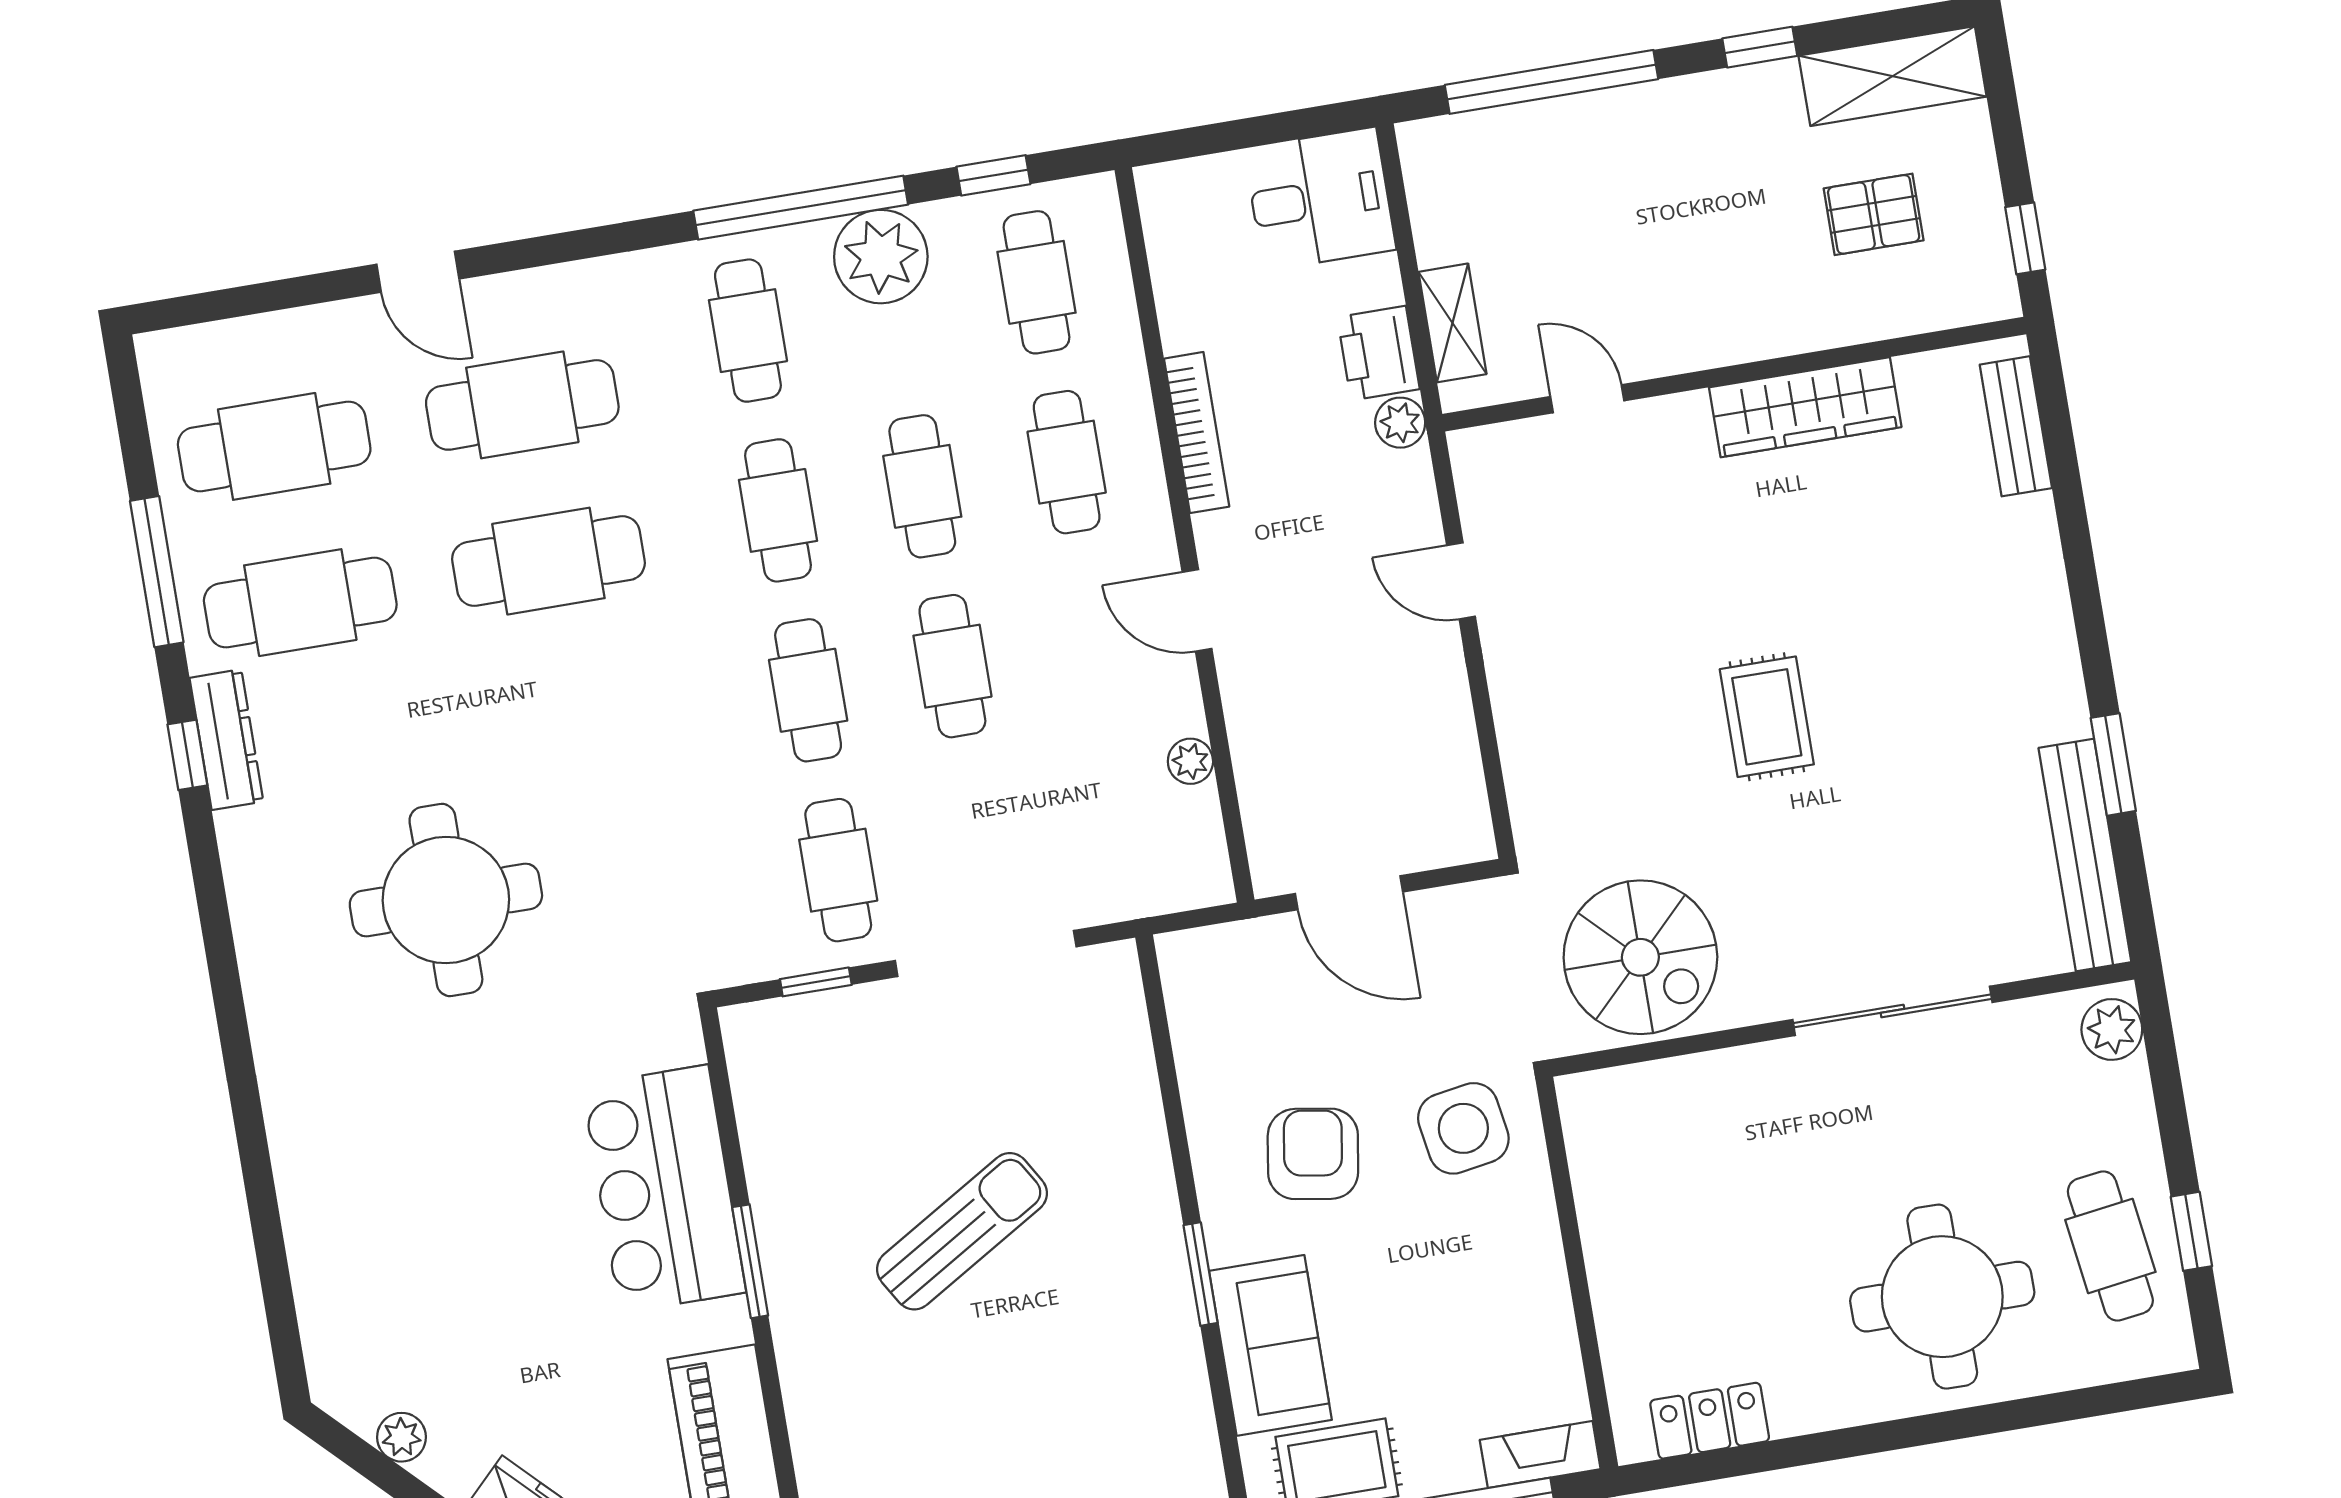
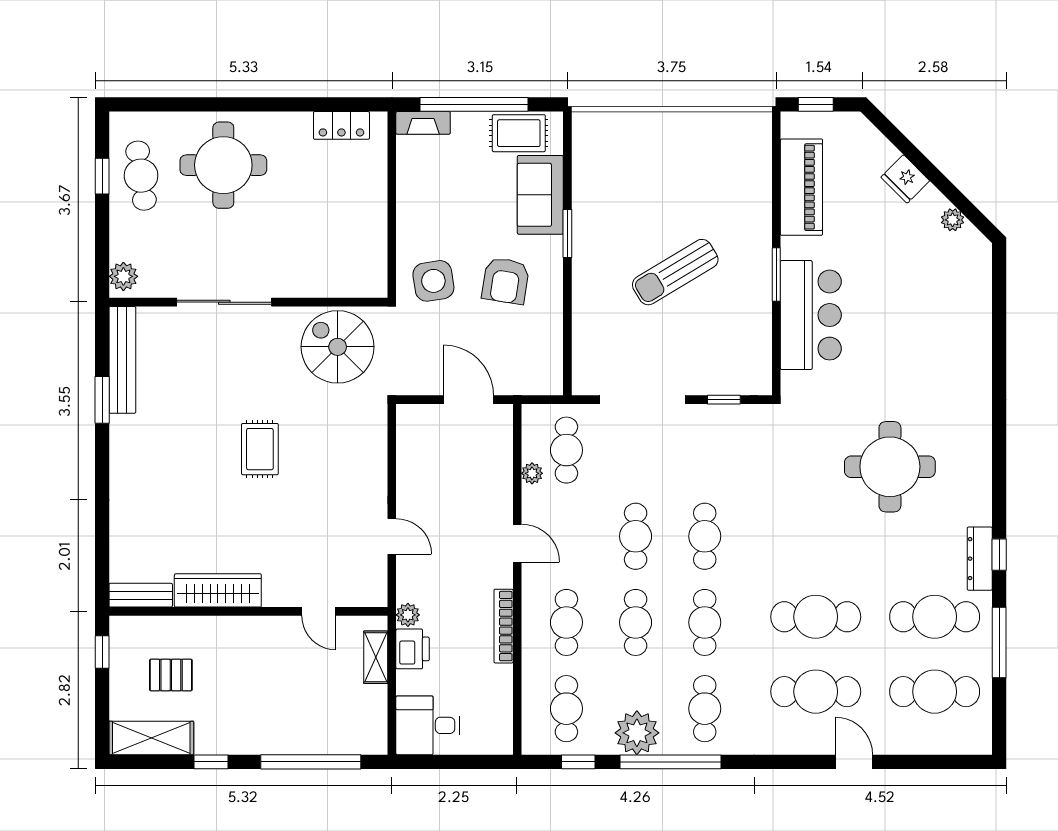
bench: (2016, 426) -> (141, 595), moved, turned 90
cafe table: (838, 870) -> (566, 450), moved

